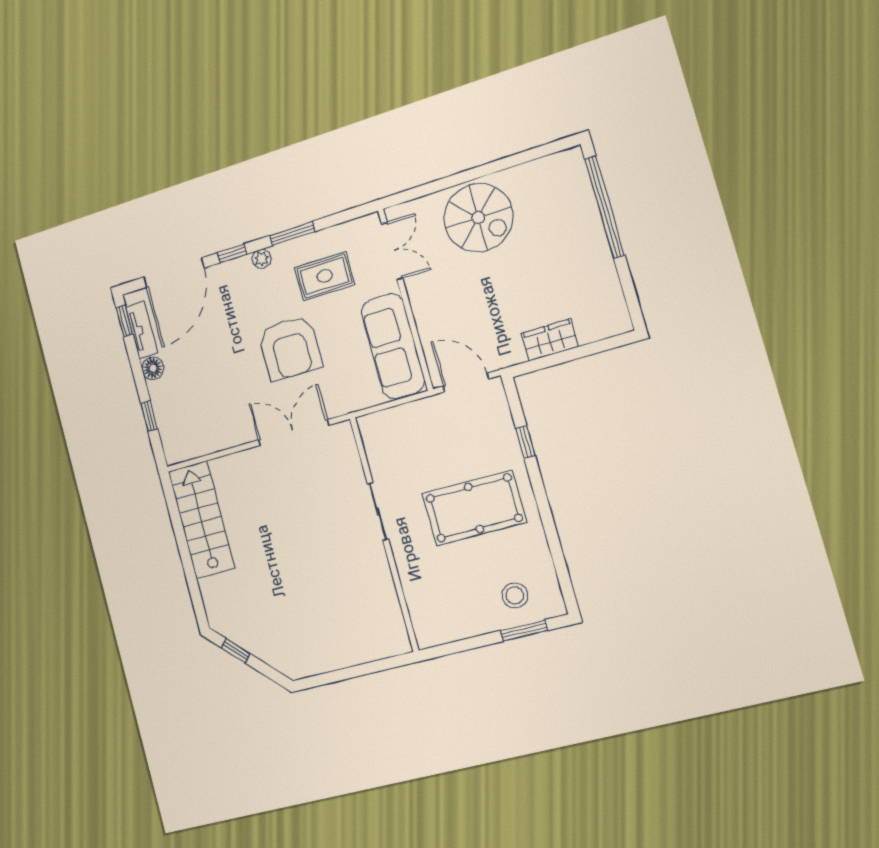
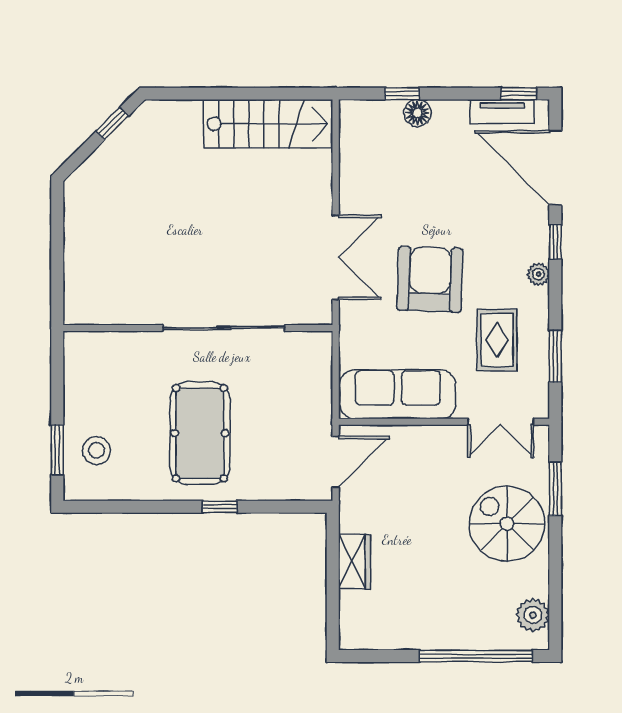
plant: (553, 169) -> (533, 615), added
window: (436, 186) -> (555, 489), added
spiral stairs: (478, 218) -> (507, 524), turned 90
window: (292, 234) -> (555, 356), moved
armchair: (290, 348) -> (430, 279), turned 92
floor lamp: (153, 368) -> (417, 113), moved
window: (525, 442) -> (220, 507), moved
sliding door: (378, 512) -> (224, 328), width x1.86

